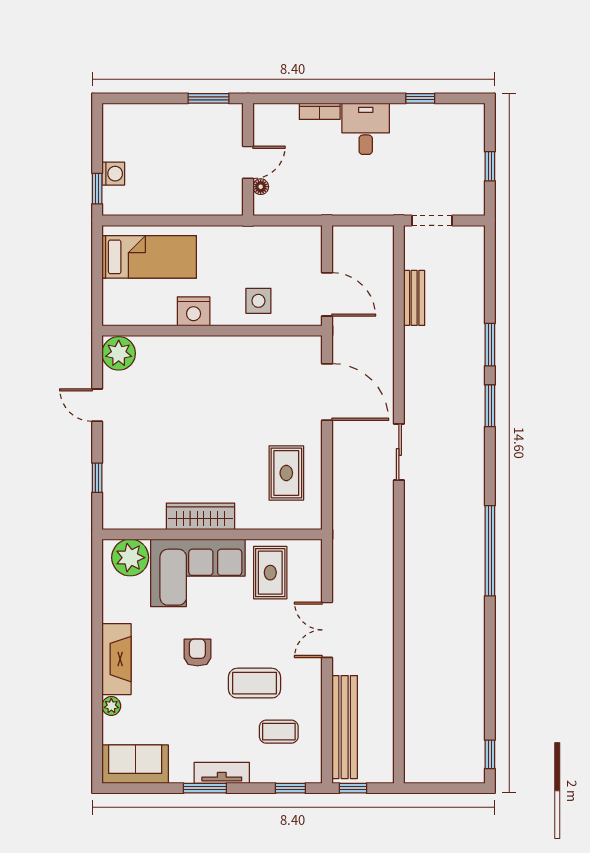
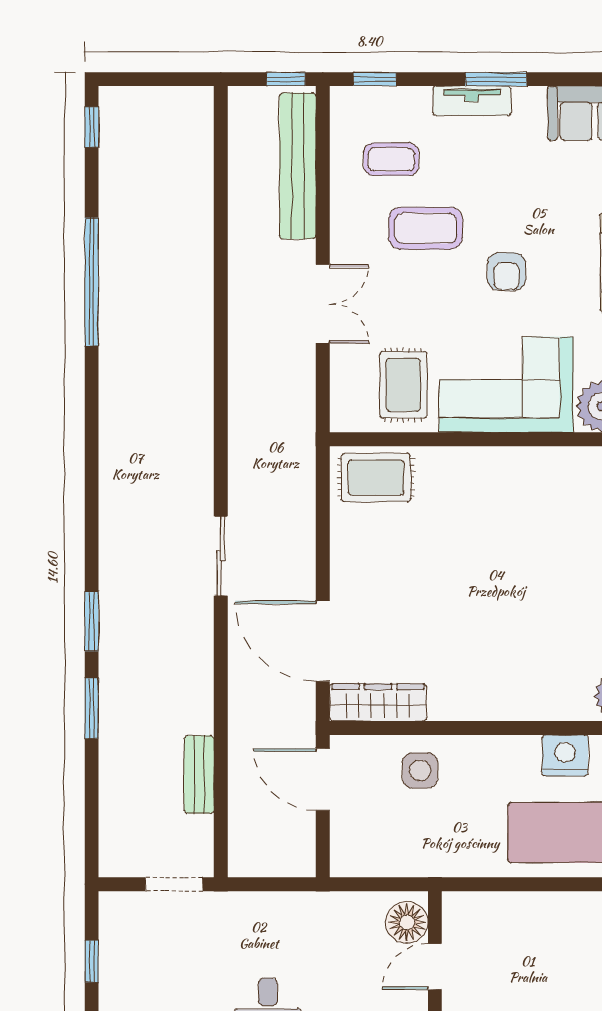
floor lamp: (261, 187) -> (407, 922), width x1.89, depth x1.89
nightstand: (194, 311) -> (565, 755), moved
rug: (286, 473) -> (376, 478), moved, turned 90
wardrobe: (200, 516) -> (378, 702), moved, turned 180
window: (490, 551) -> (92, 282), moved

